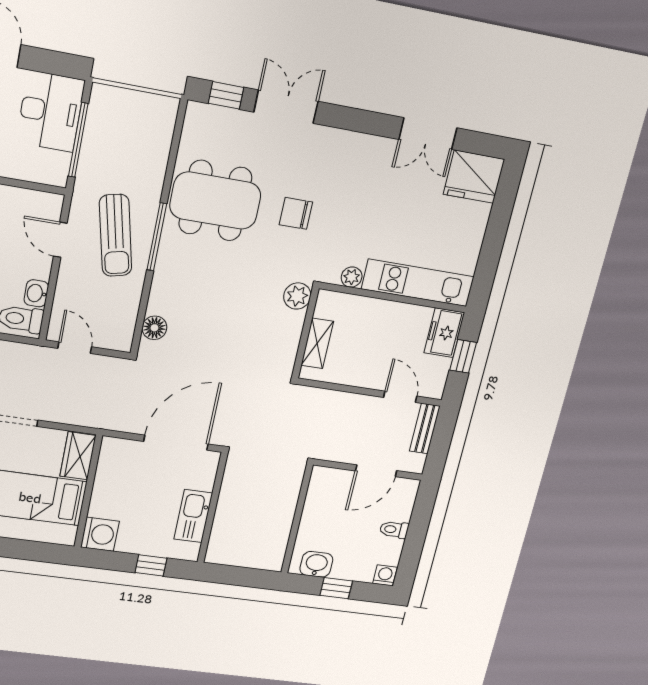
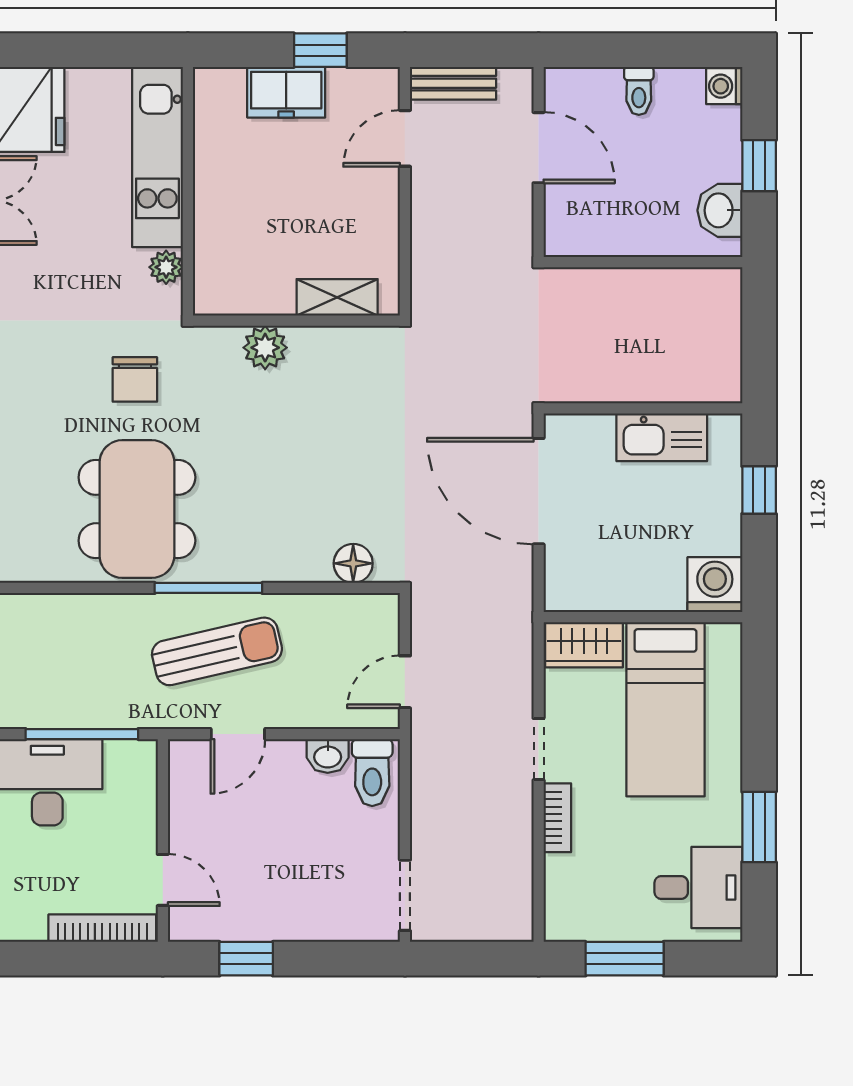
plant: (352, 277) -> (166, 267), moved
kitchen unit: (418, 283) -> (157, 157), moved
wall: (393, 298) -> (188, 191), moved

